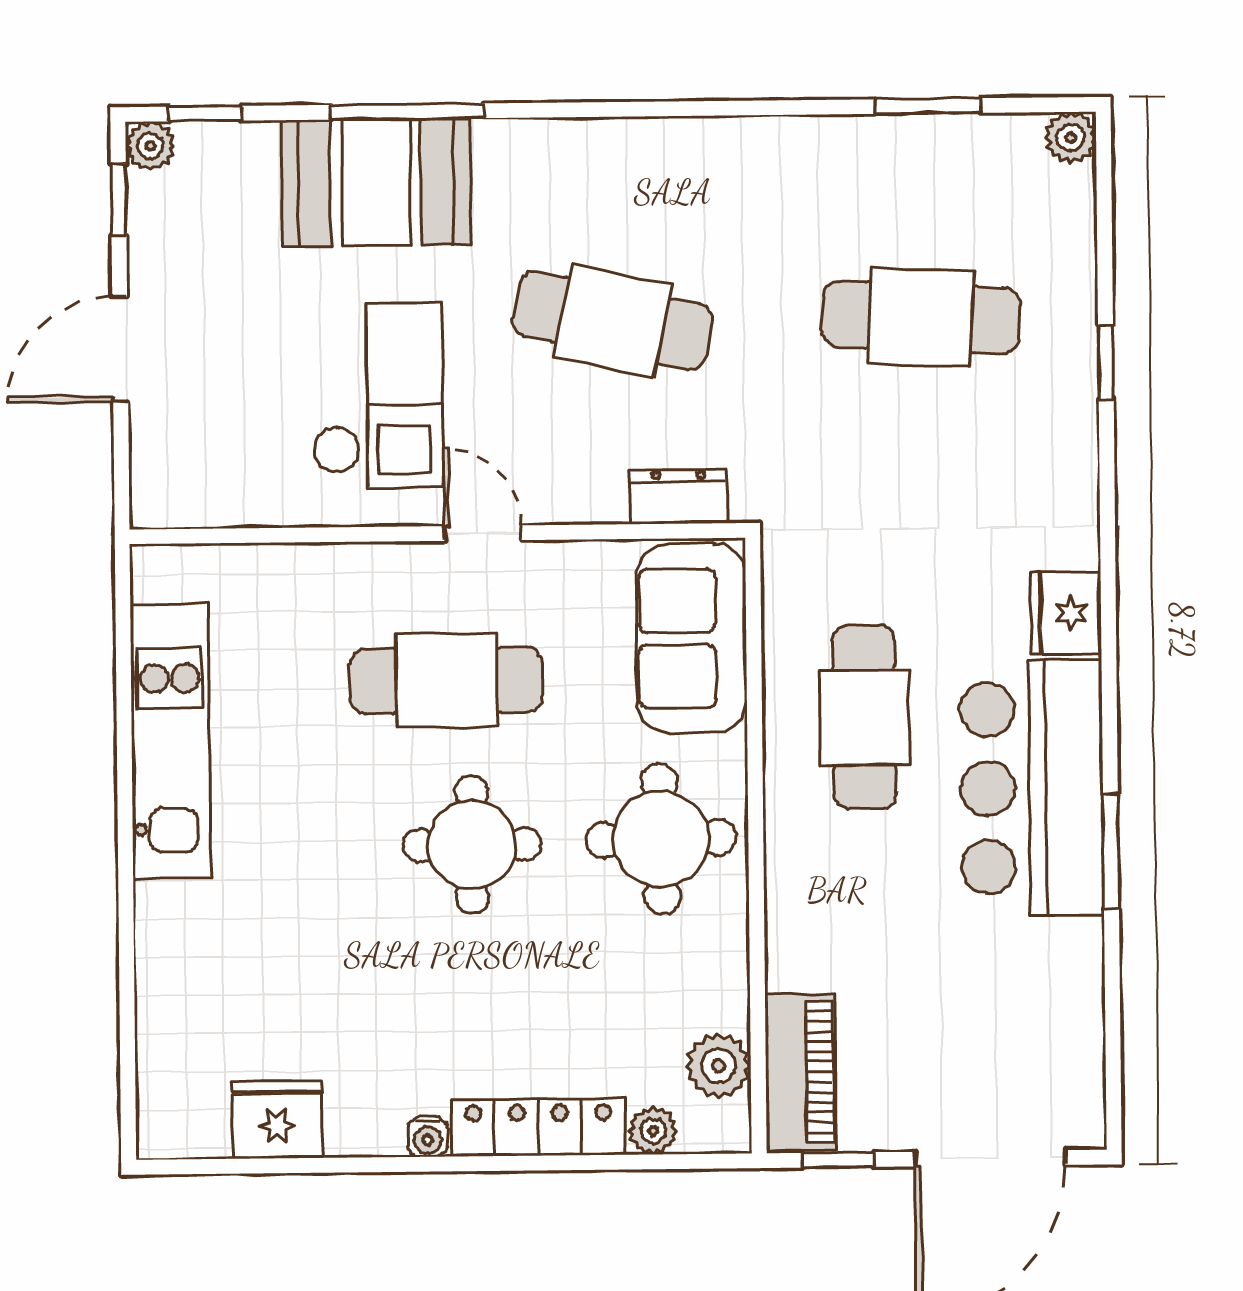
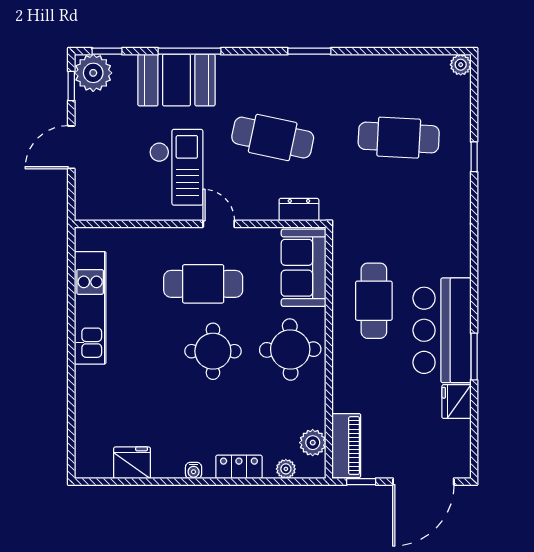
window: (928, 106) -> (309, 51), moved
plant: (150, 146) -> (93, 73), width x1.88, depth x1.88
fridge: (1066, 613) -> (457, 402), moved
locker: (539, 1127) -> (239, 467), width x0.66

